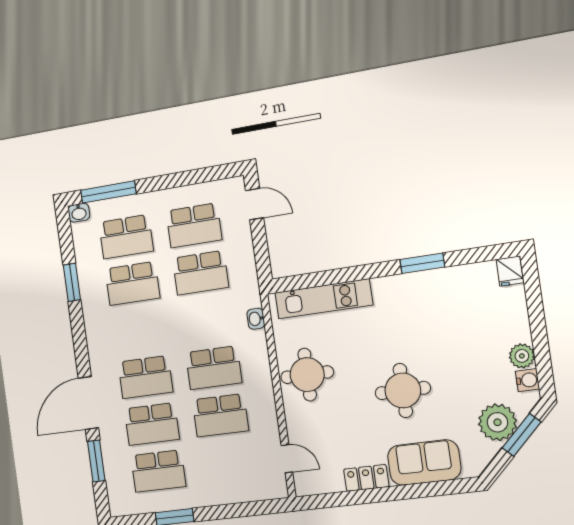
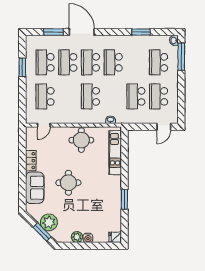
school desk: (132, 283) -> (113, 62), moved
water cooler: (527, 380) -> (88, 238), moved
school desk: (220, 415) -> (45, 96), moved

